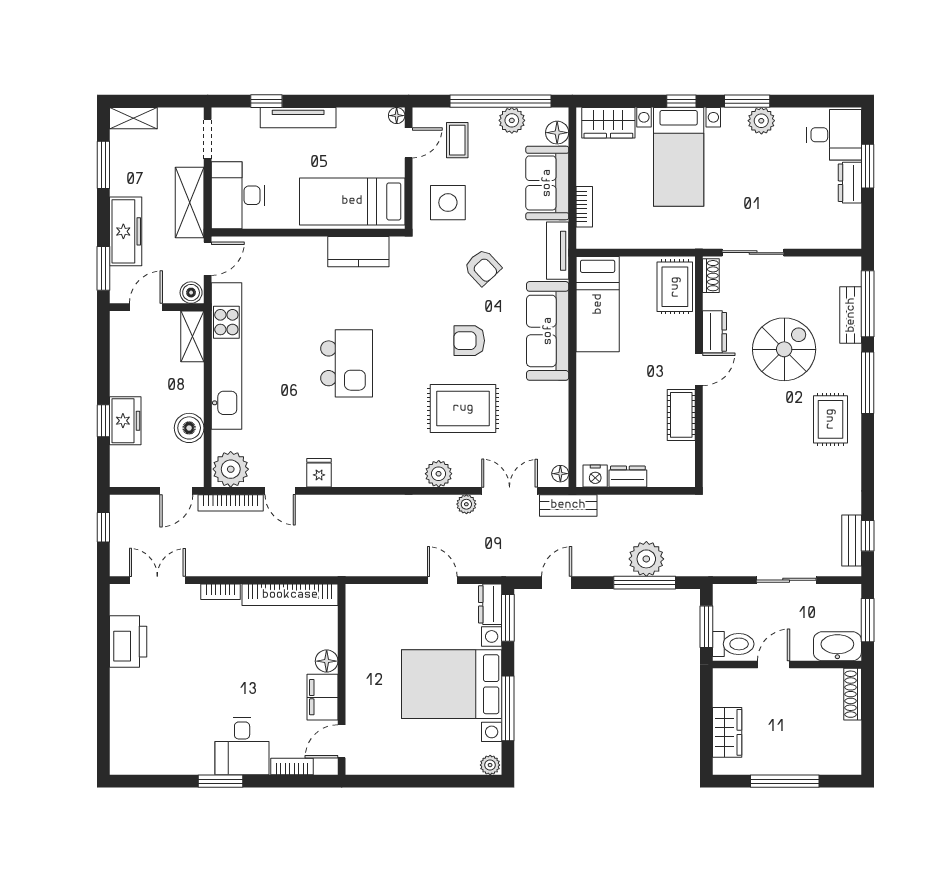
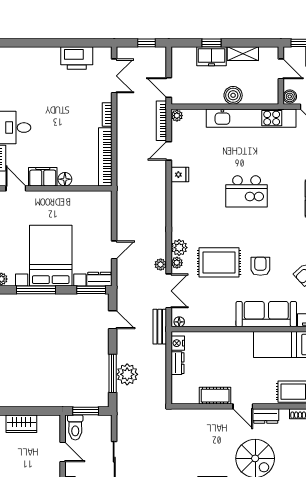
shelving: (192, 336) -> (243, 54), moved
rug: (463, 408) -> (219, 262), turned 90
boiler: (189, 428) -> (233, 95), moved
plant: (231, 469) -> (177, 116), width x0.53, depth x0.53
plant: (463, 478) -> (177, 263), added

